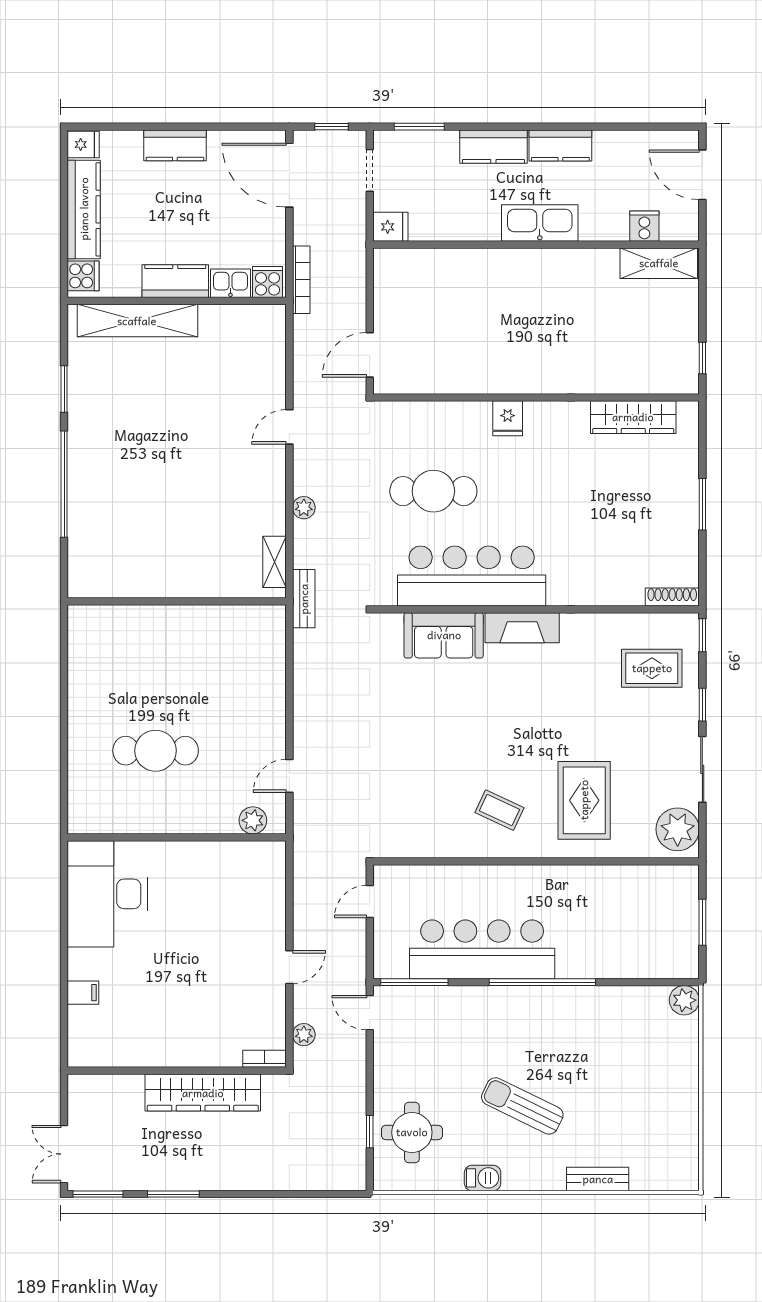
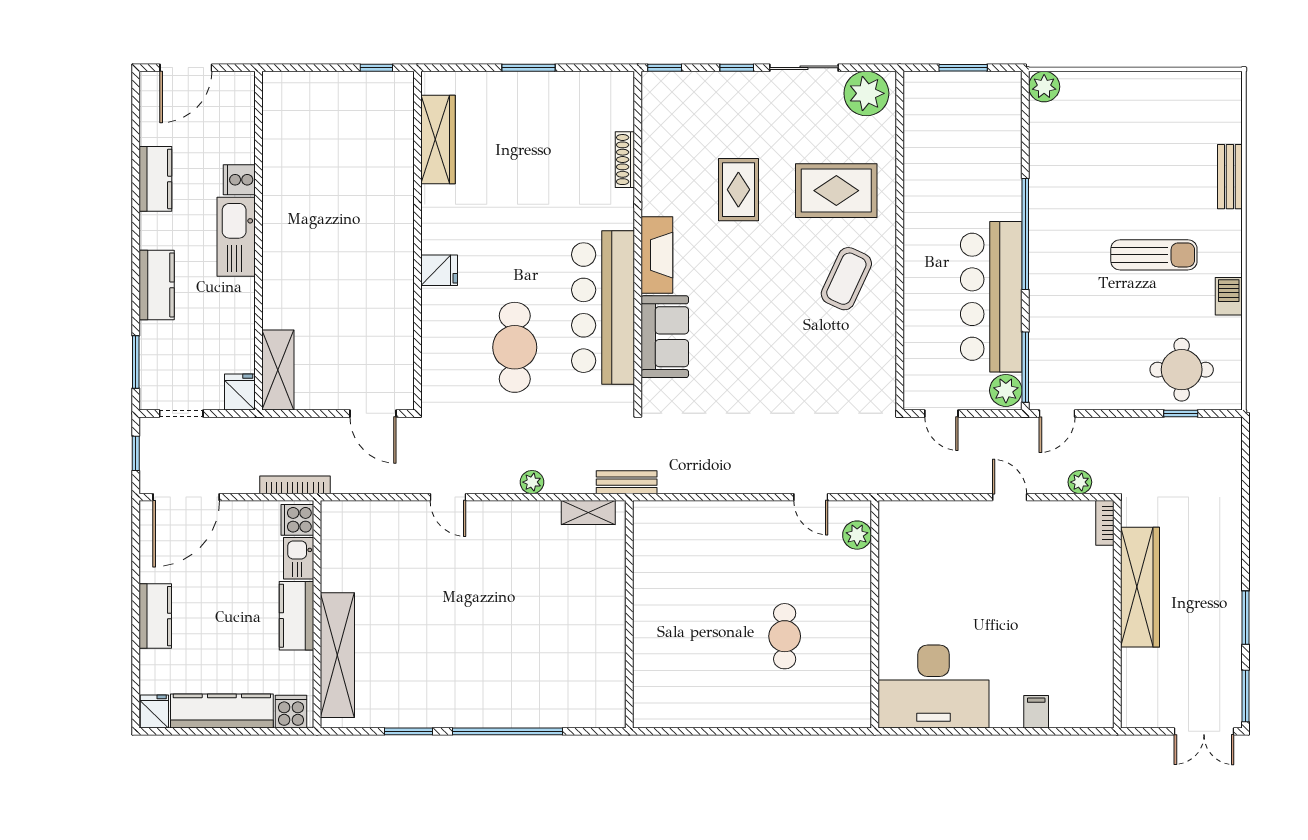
kitchen counter: (560, 145) -> (155, 179), moved
cooker: (644, 226) -> (239, 180), moved
shelving: (659, 263) -> (278, 370), moved
shoe rack: (672, 597) -> (625, 160), moved
rug: (652, 668) -> (738, 190), moved
cafe table: (156, 751) -> (785, 636), width x0.73, depth x0.74
coffee table: (499, 810) -> (846, 279), width x1.36, depth x1.30
plant: (392, 963) -> (1006, 390), added
sun lounger: (522, 1106) -> (1154, 255), turned -116

